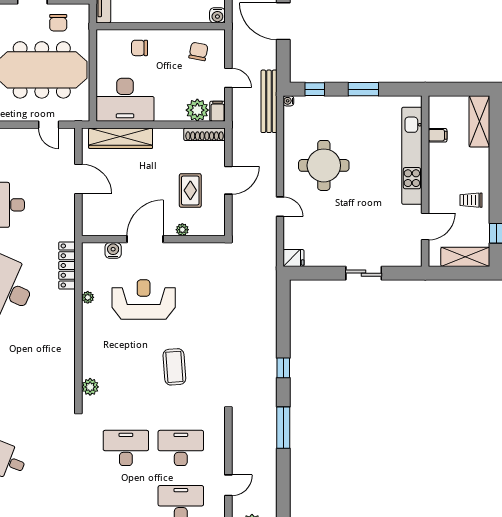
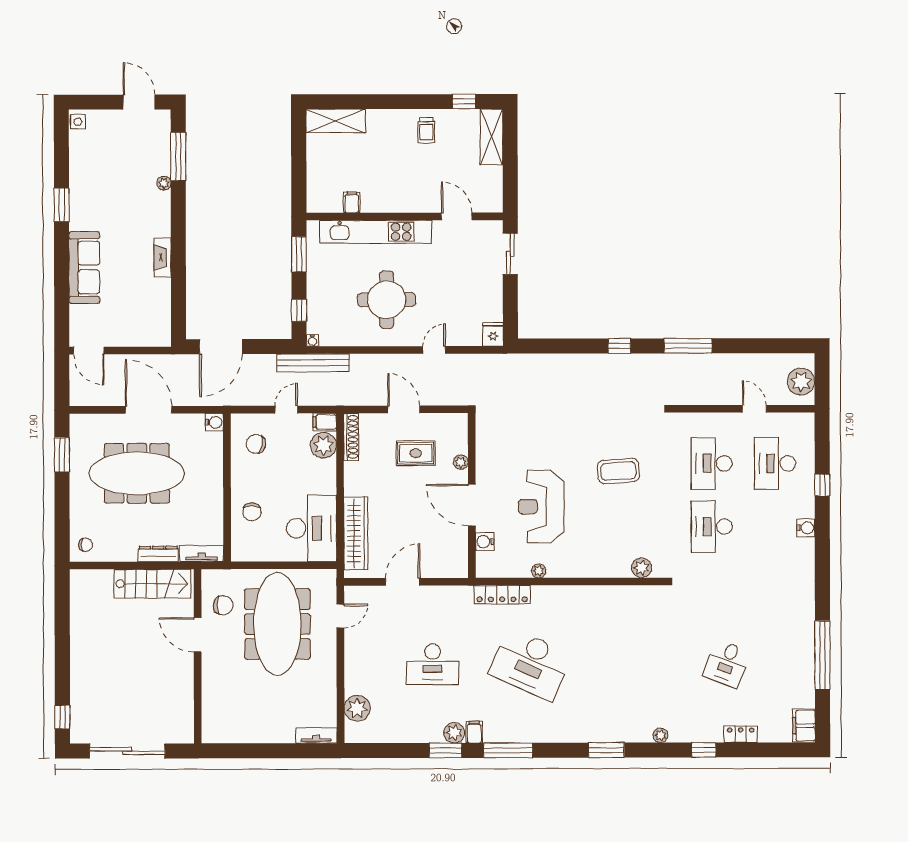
filing cabinet: (438, 135) -> (352, 202), moved
kitchen unit: (412, 156) -> (375, 232), moved
wall: (425, 181) -> (405, 217), moved
door: (425, 227) -> (457, 216), moved

